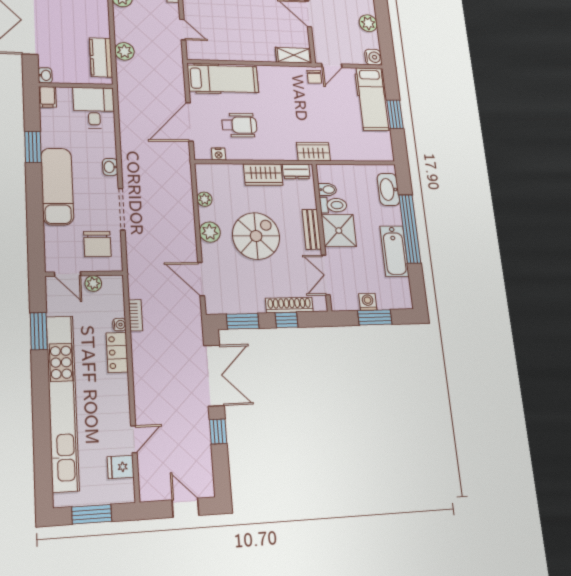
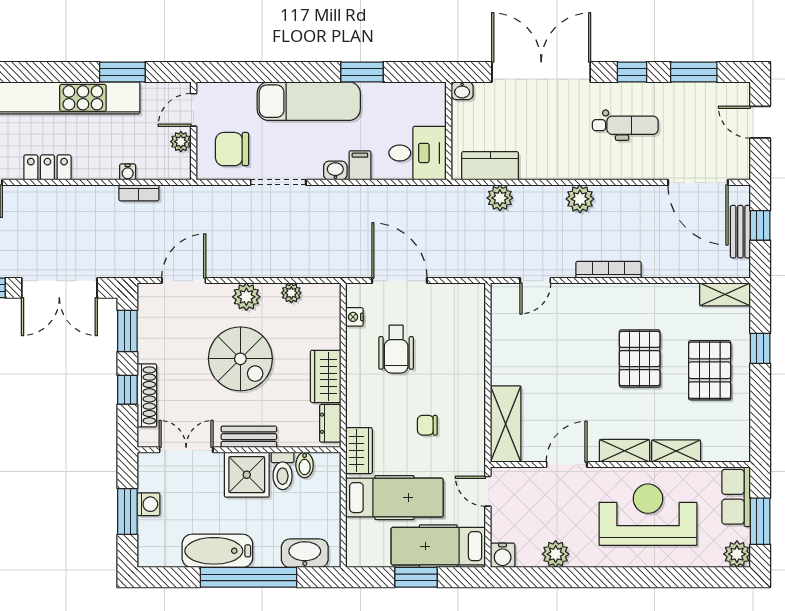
shelving: (294, 55) -> (506, 424), width x1.50, depth x1.33
chair: (314, 77) -> (427, 425), moved
hospital bed: (223, 79) -> (394, 498), moved, turned -90
filing cabinet: (47, 97) -> (360, 165), moved, turned 90
locker: (117, 352) -> (47, 167), moved

